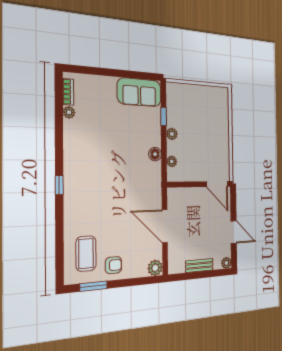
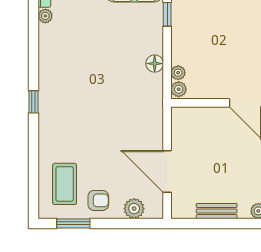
plant: (172, 134) -> (179, 89), moved
door: (165, 226) -> (167, 171), moved
plant: (155, 268) -> (134, 209), moved

